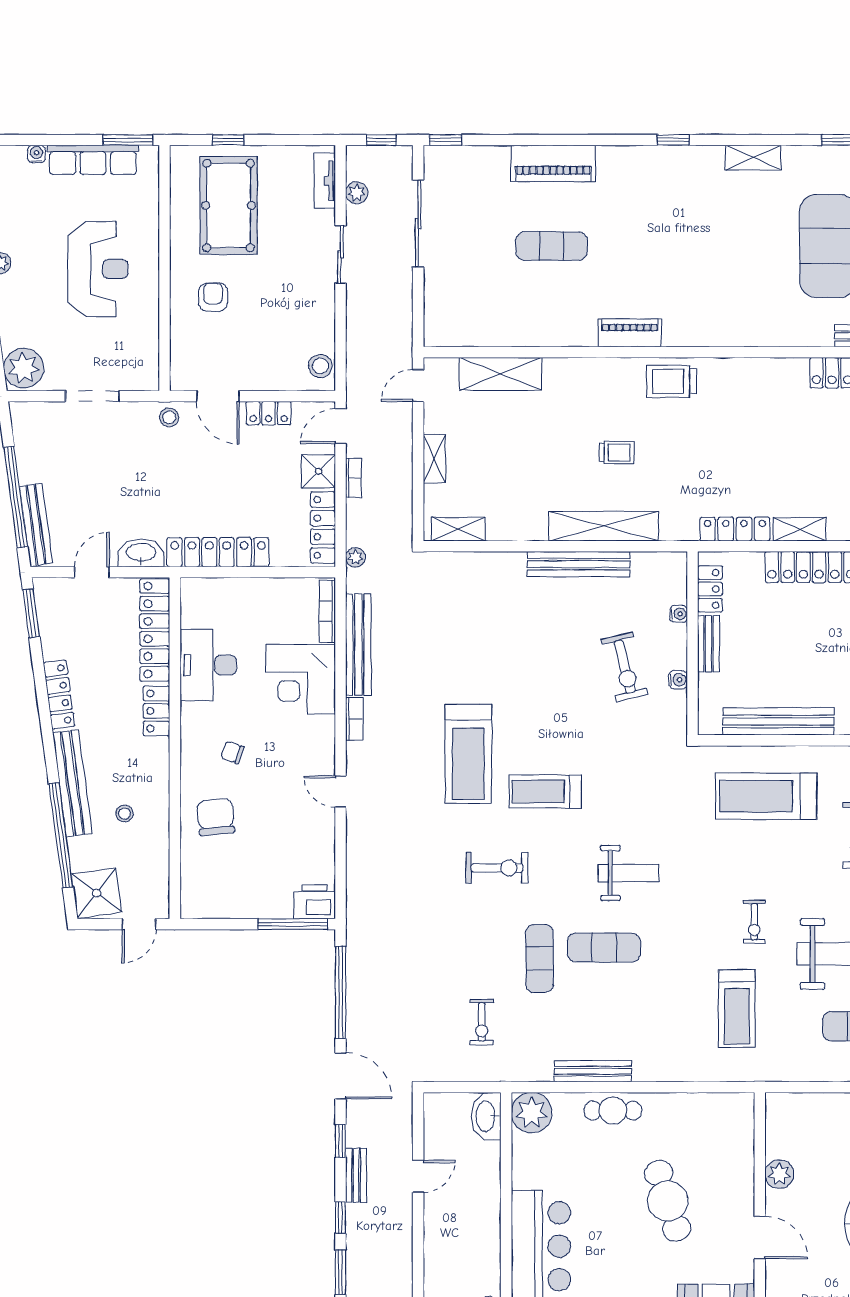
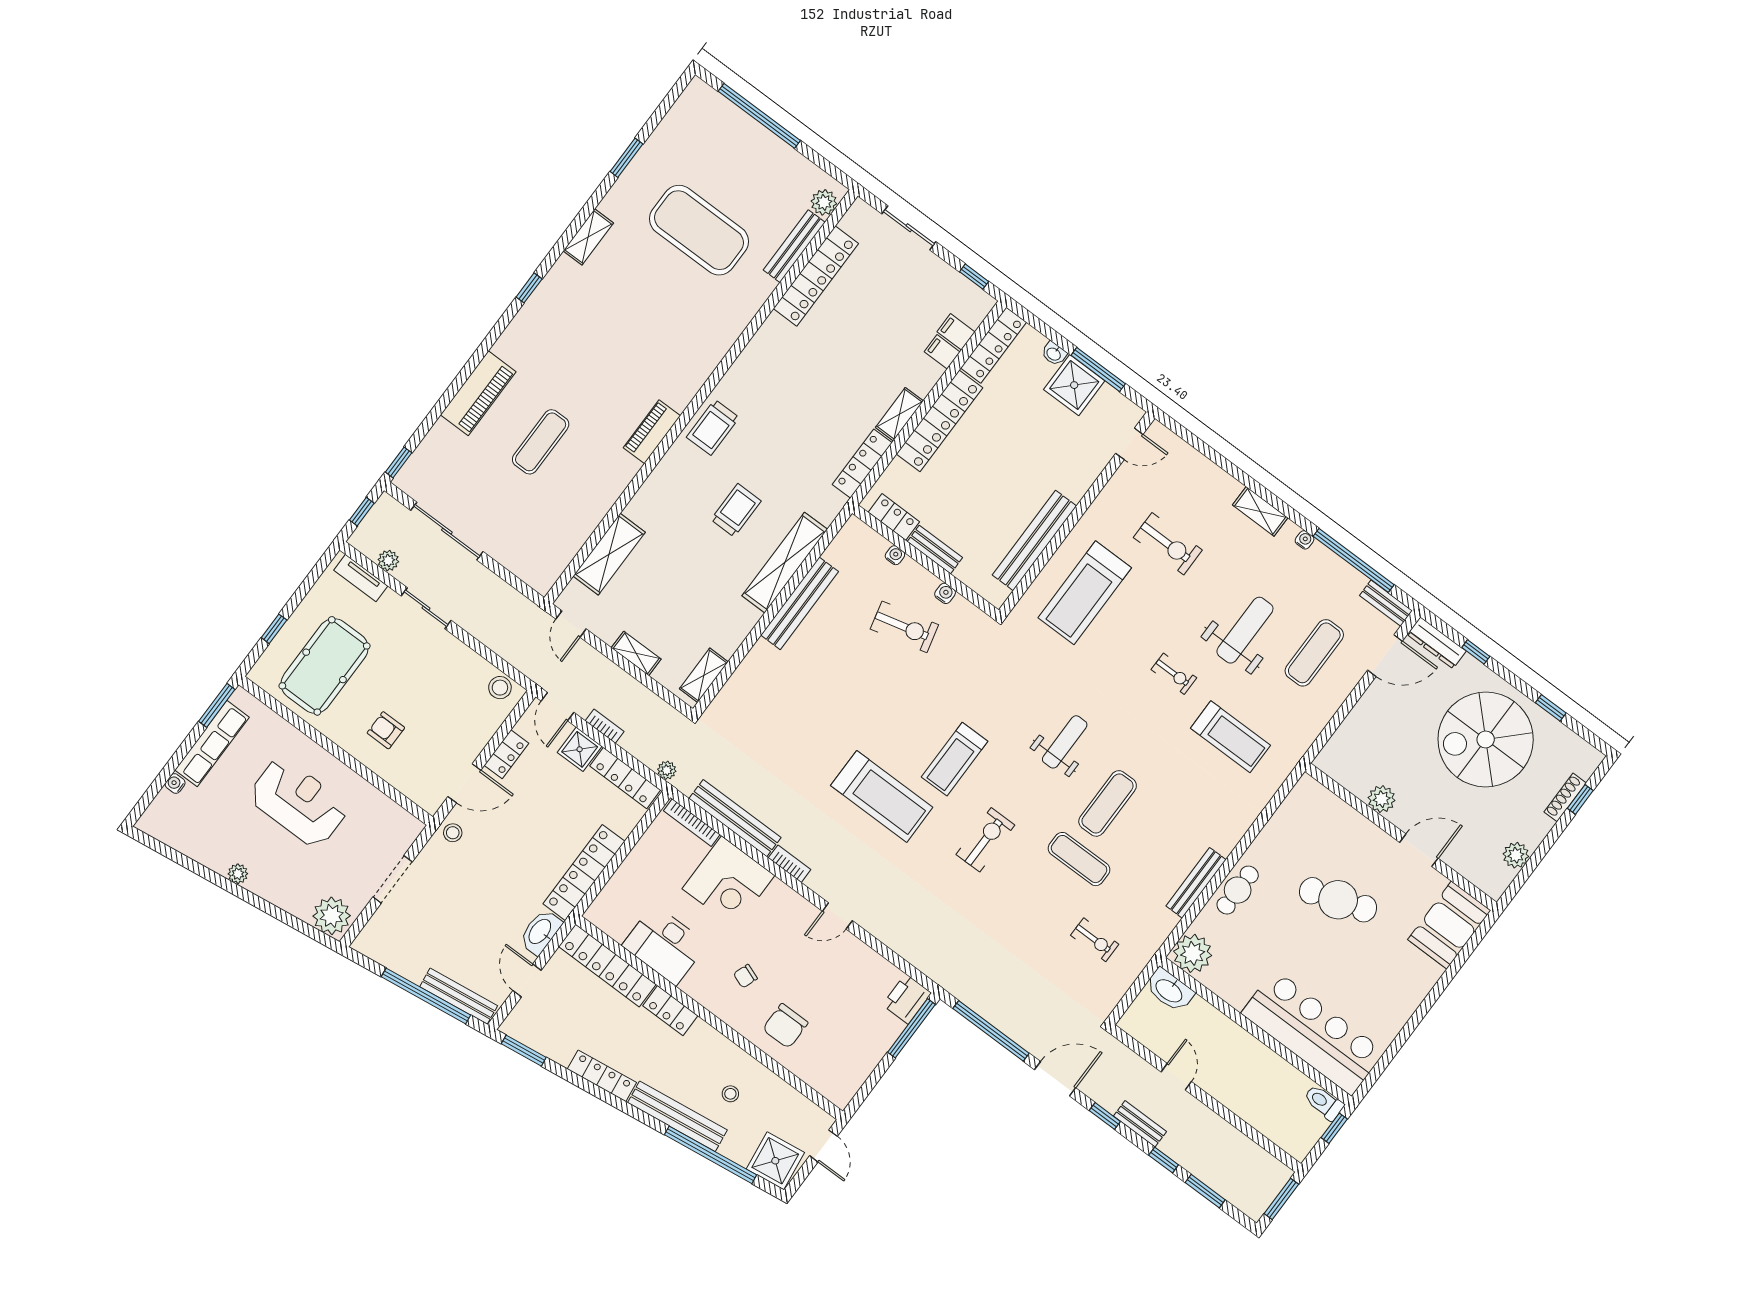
pool table: (229, 205) -> (325, 666), turned 90
trolley: (617, 452) -> (736, 510), width x1.36, depth x1.39
chair: (216, 817) -> (785, 1026), turned -84

